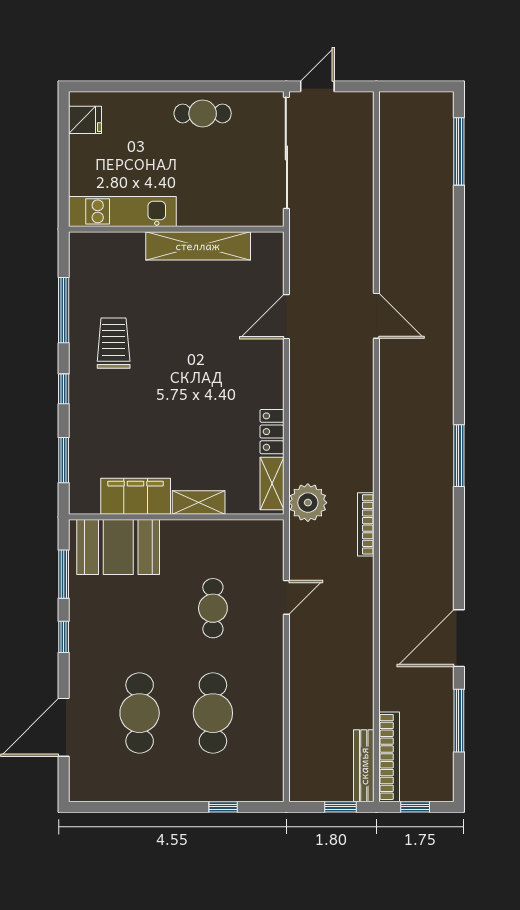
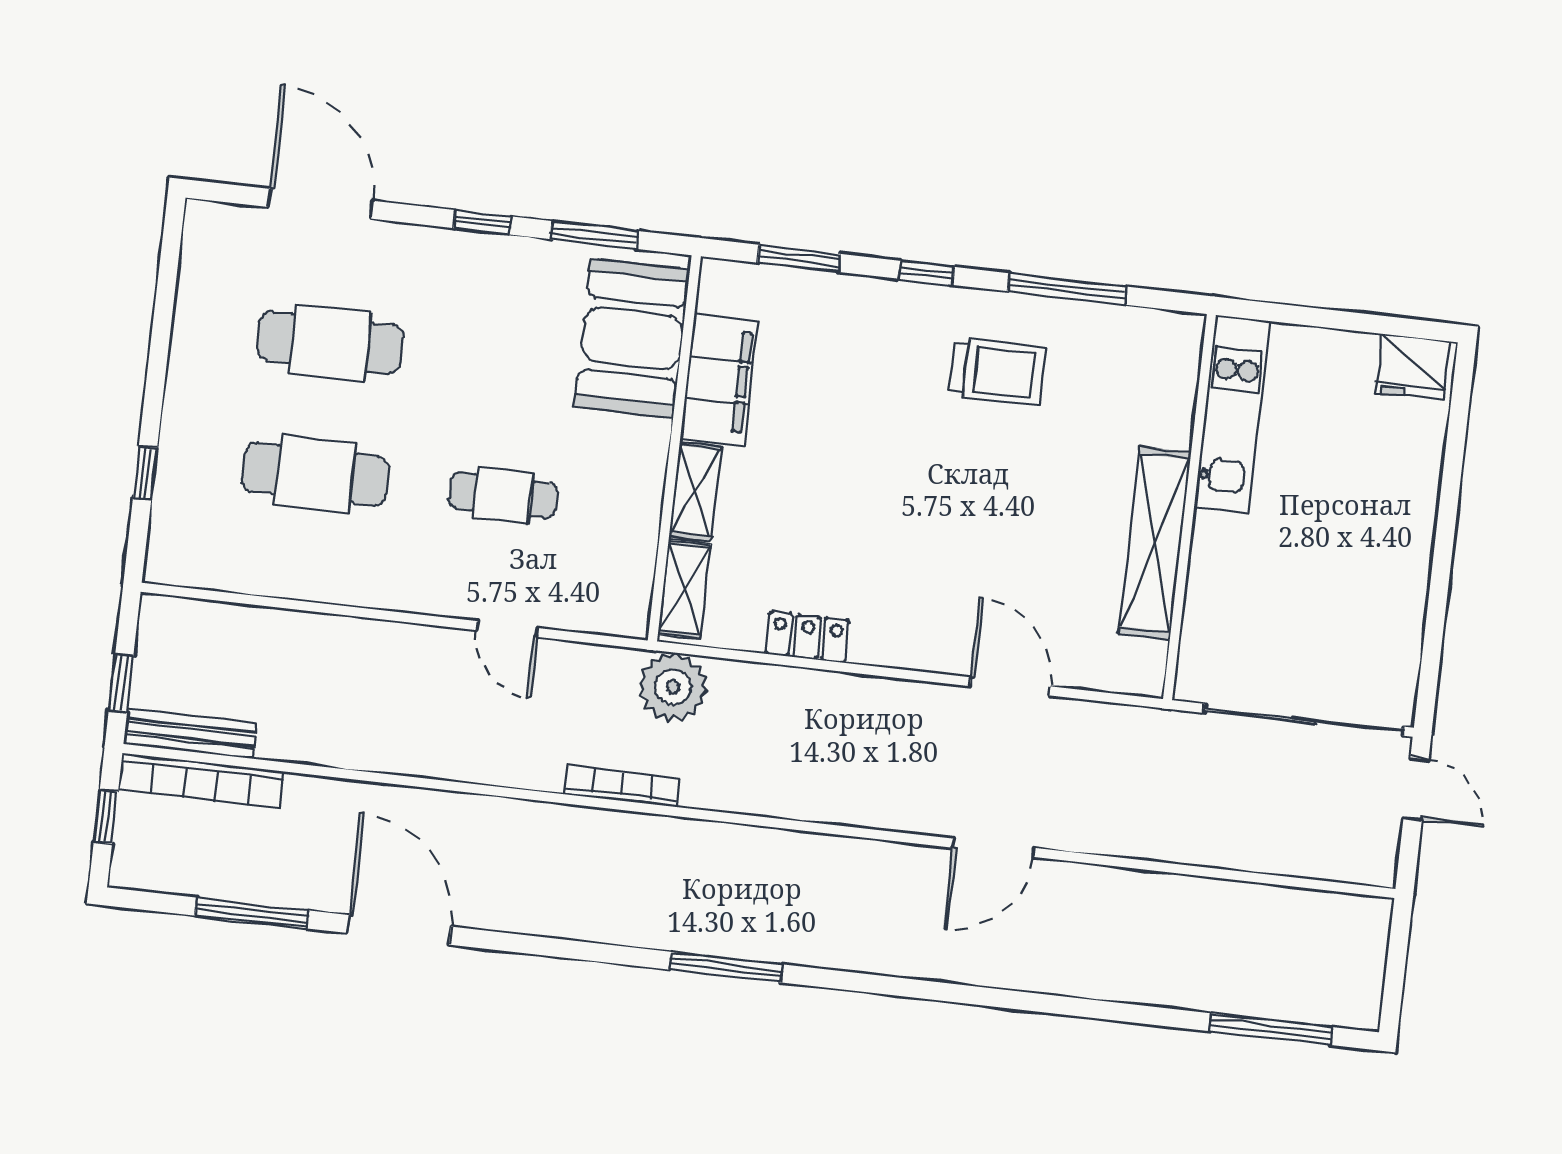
cafe table: (203, 113) -> (1391, 578), removed
fridge: (85, 120) -> (1413, 367), width x1.38
shelving: (272, 483) -> (684, 589), moved, turned 90

